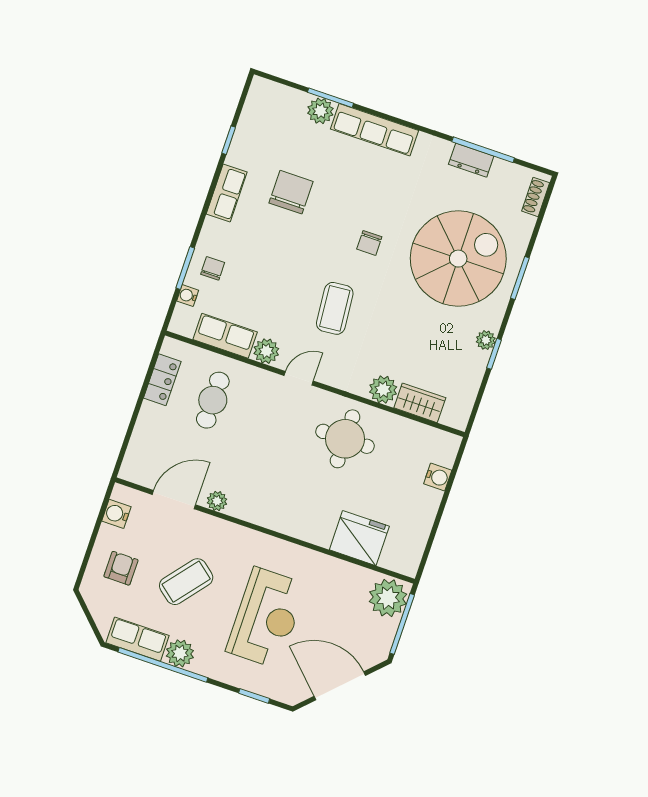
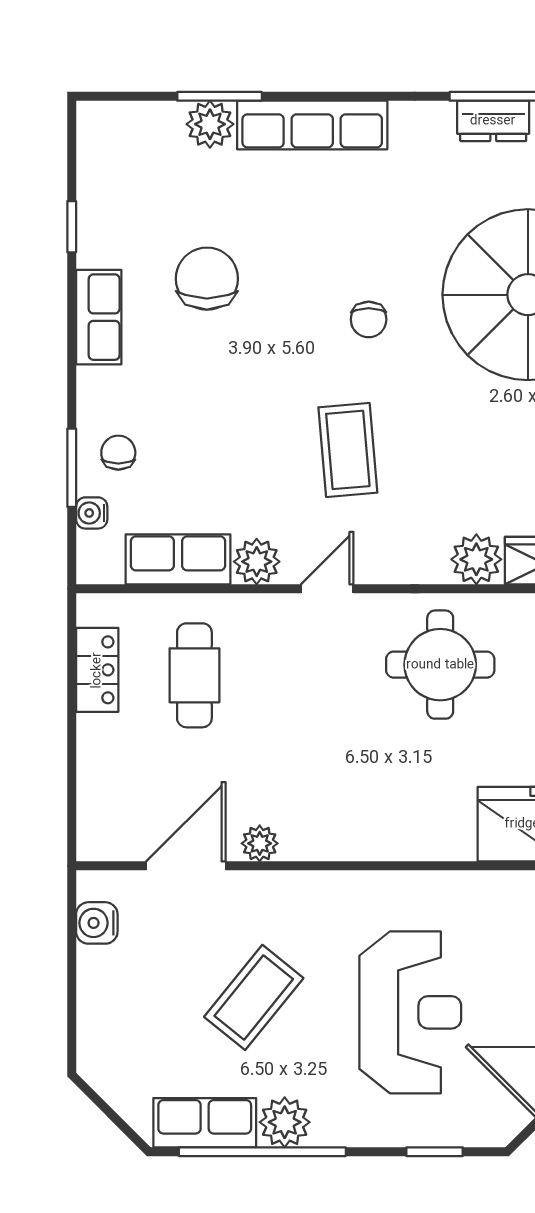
armchair: (121, 568) -> (136, 1012), removed

